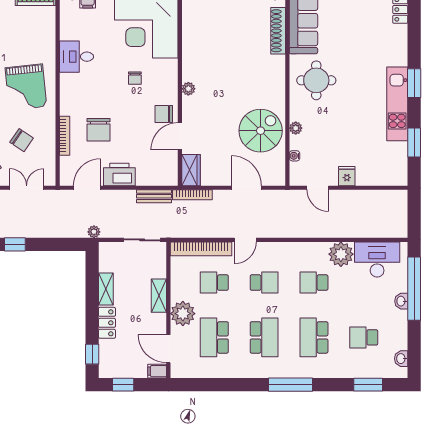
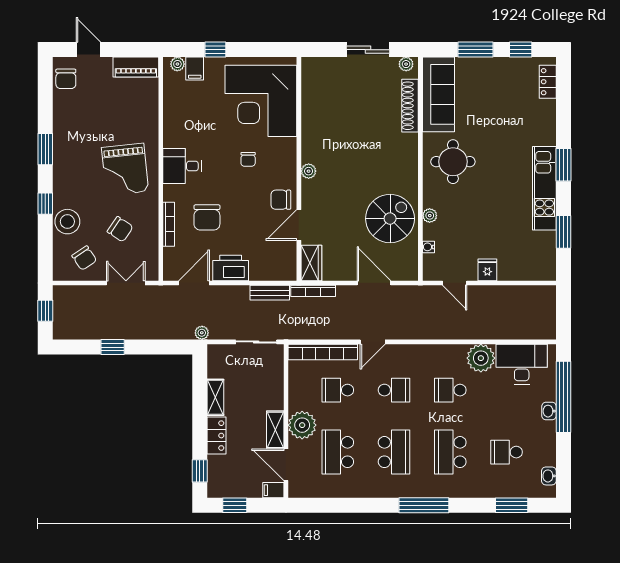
desk: (76, 57) -> (182, 166), moved
shelving: (159, 296) -> (275, 430), moved

